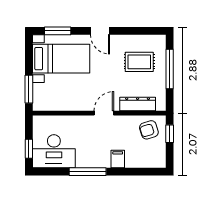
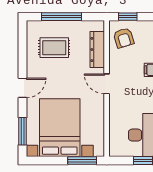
bed with nightstands: (61, 59) -> (60, 128), width x1.36
rug: (139, 62) -> (54, 48), turned 90

